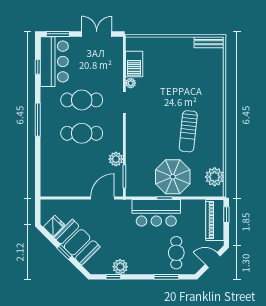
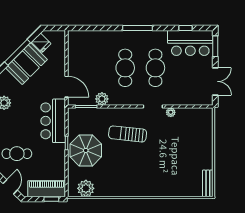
barbecue: (134, 64) -> (188, 115), removed
sun lounger: (188, 131) -> (128, 134), moved
bar counter: (156, 213) -> (53, 121), moved
window: (65, 252) -> (17, 52), width x2.17

